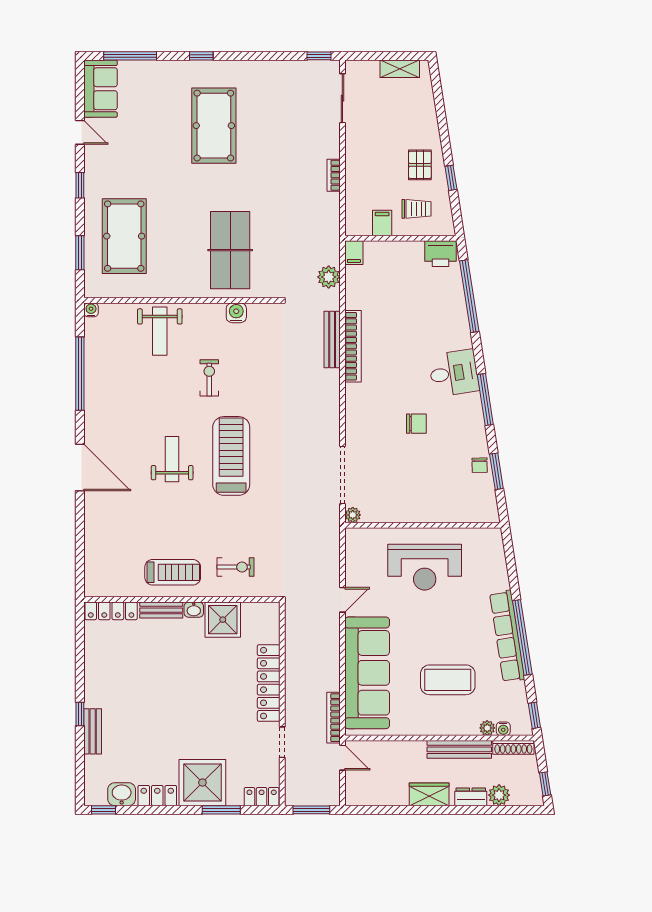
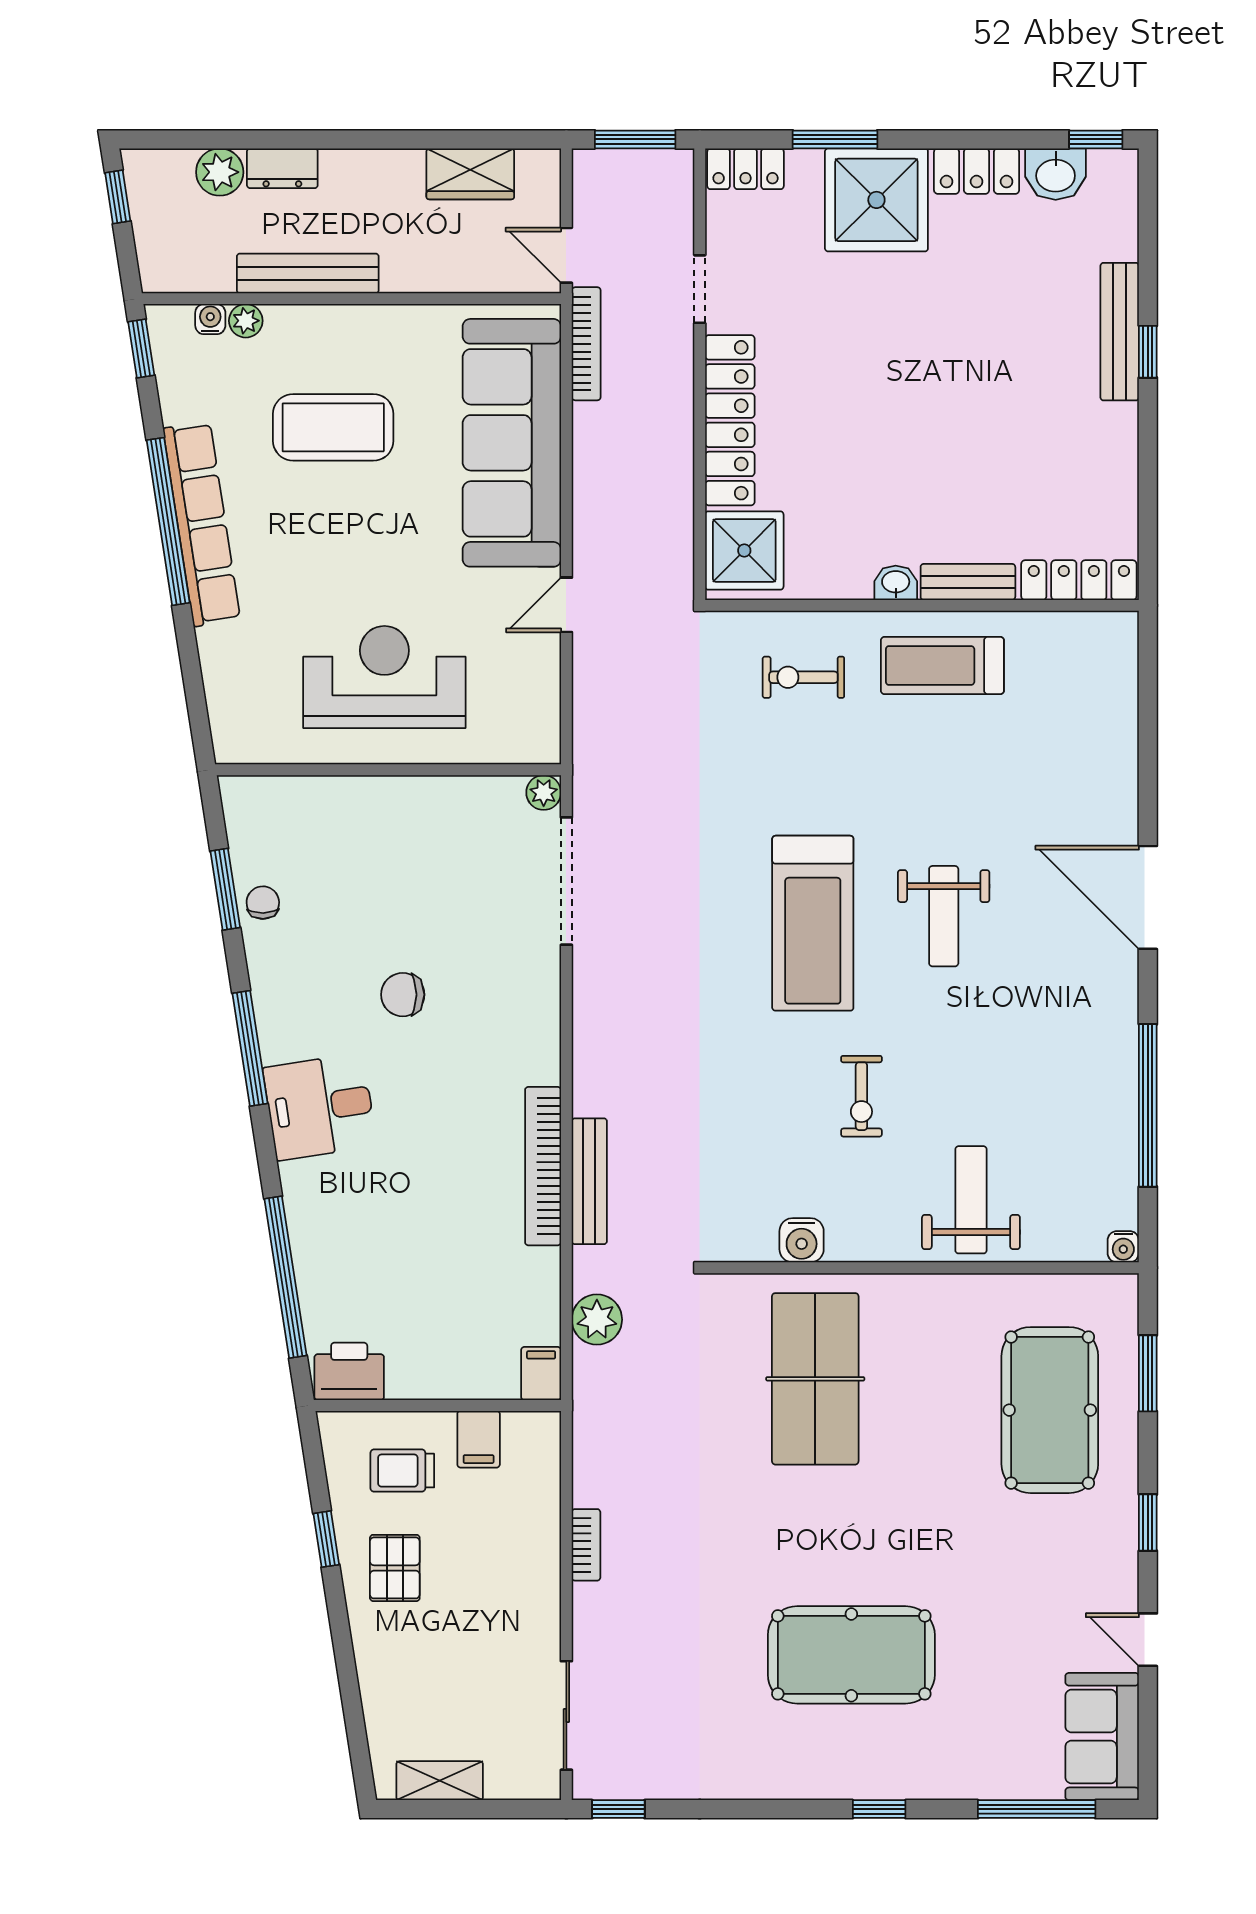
pool table: (214, 126) -> (851, 1655), turned 90
shower: (223, 620) -> (744, 551), moved
bench: (93, 731) -> (1120, 332), width x1.36
shoe rack: (513, 747) -> (188, 278), removed
wardrobe: (429, 794) -> (470, 174), moved

